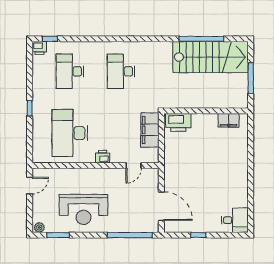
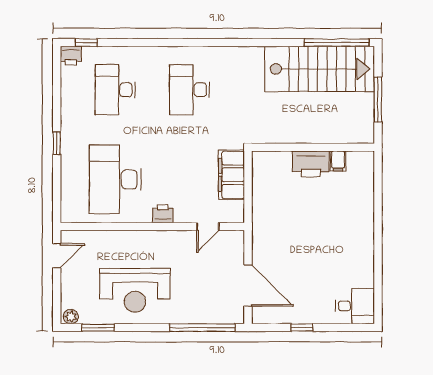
window: (201, 39) -> (337, 43), moved
filing cabinet: (228, 120) -> (338, 161), width x0.50
printer: (178, 122) -> (311, 164), moved

